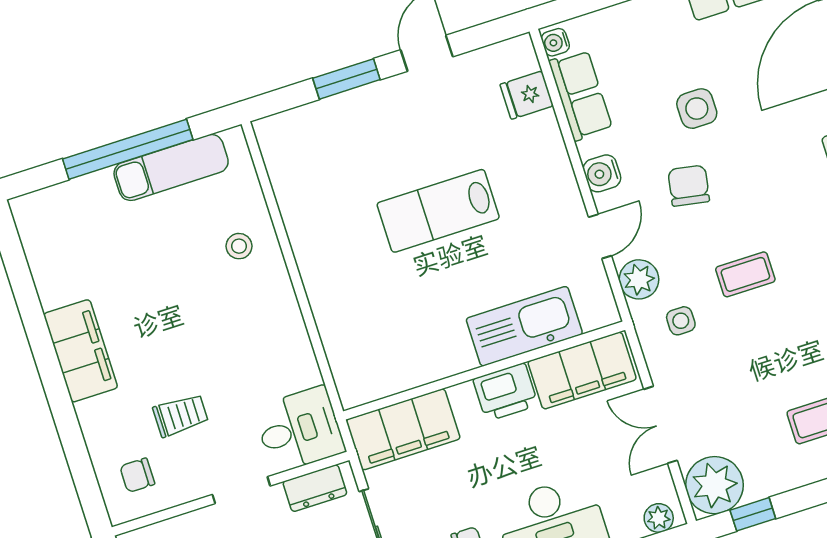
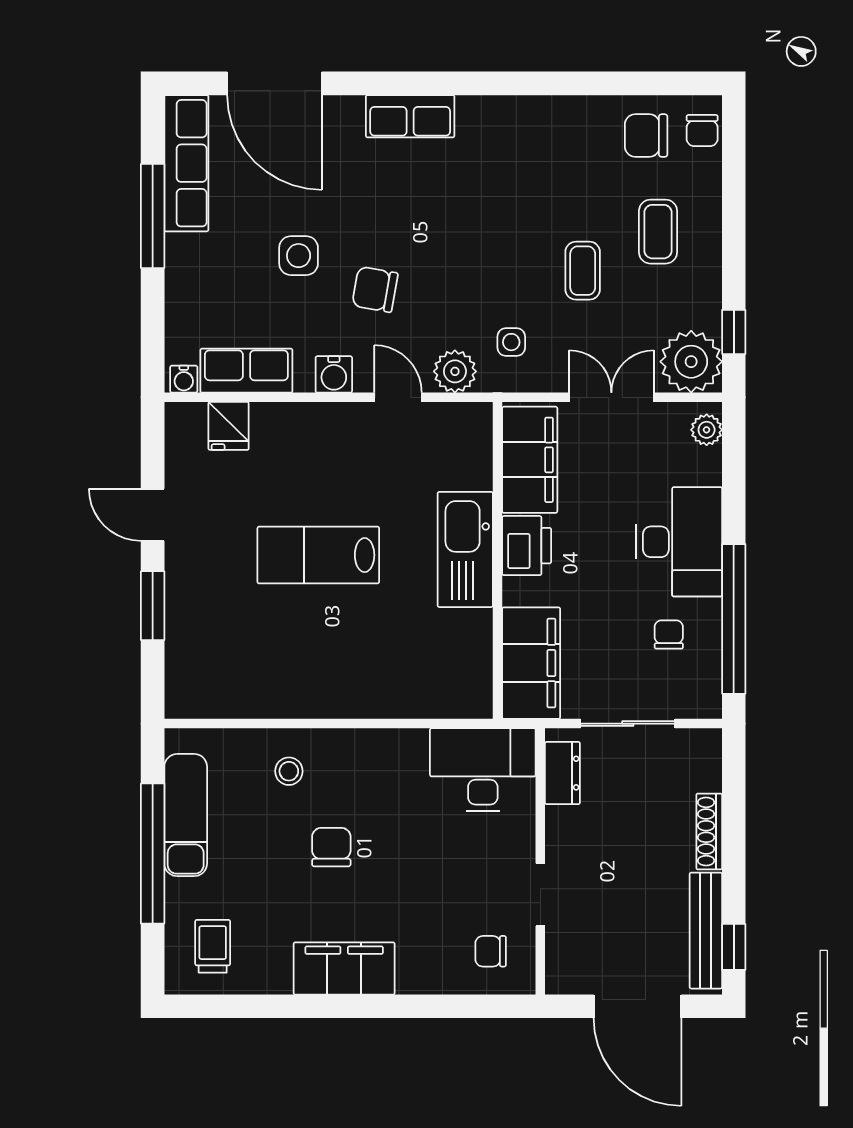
lab bench: (438, 211) -> (318, 555), turned 90
coffee table: (745, 274) -> (583, 271), moved
chair: (184, 305) -> (331, 847), added
kitchen sink: (524, 326) -> (465, 549), moved
trolley: (181, 415) -> (213, 946), moved
double door: (660, 425) -> (611, 397), swing flipped
desk: (299, 430) -> (483, 770), width x1.37
chair: (137, 475) -> (491, 951), turned 90
doorway: (241, 490) -> (540, 895), moved

